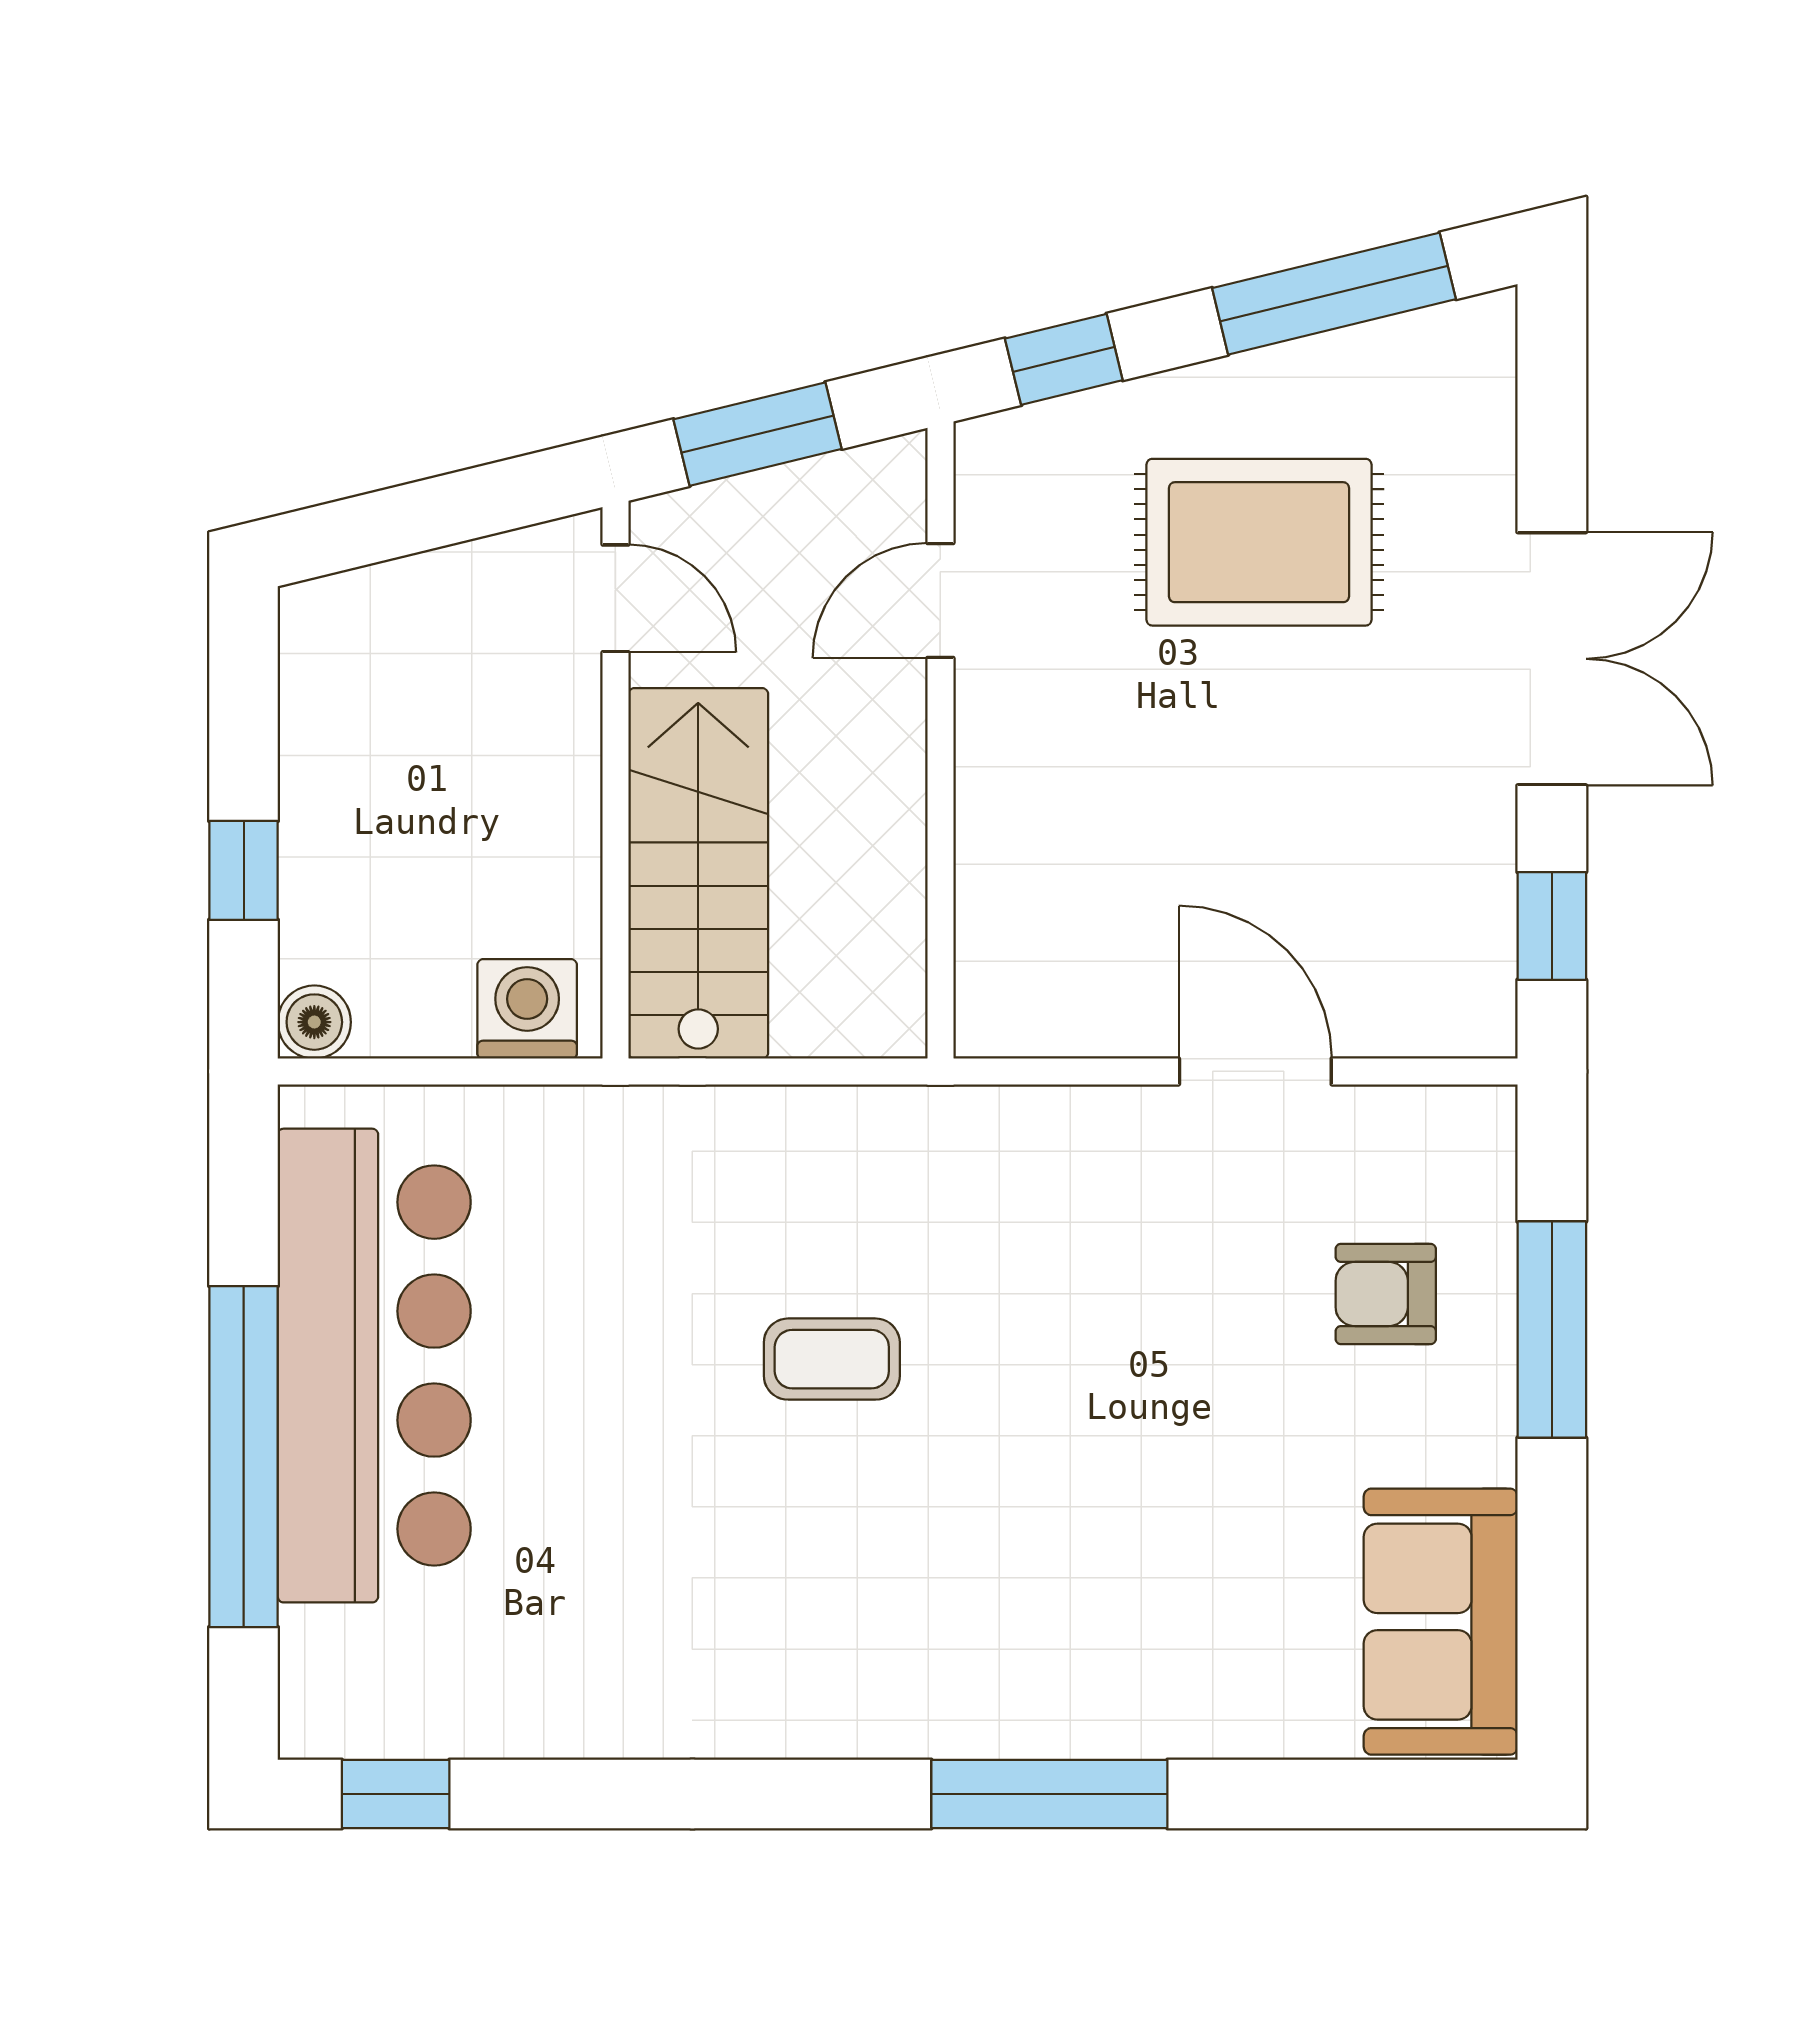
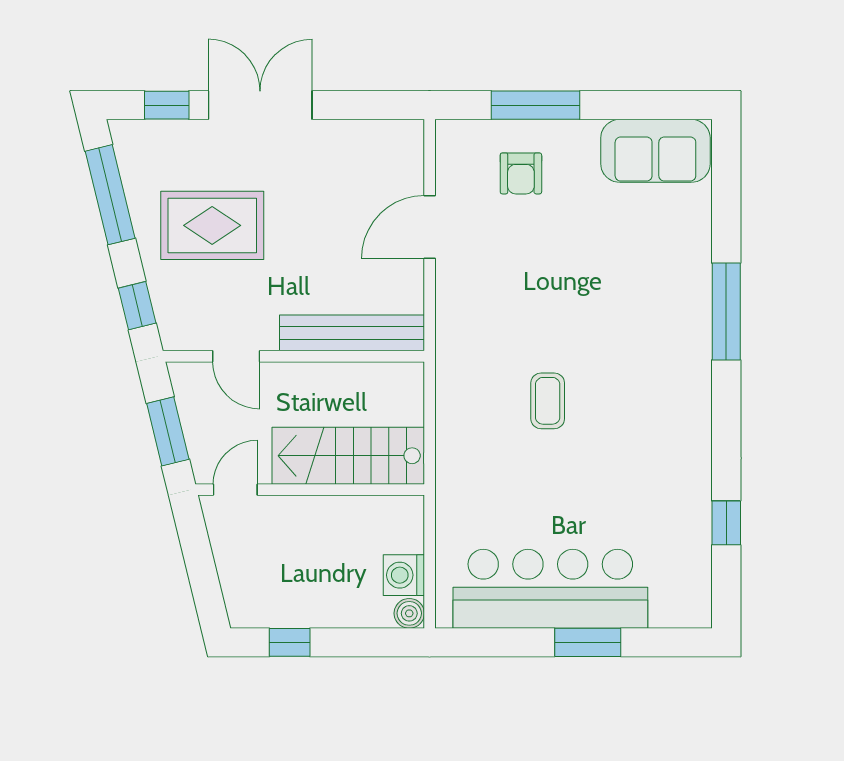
rug: (1259, 542) -> (212, 225), turned 90
window: (244, 870) -> (290, 642), moved
bench: (997, 882) -> (352, 333), added
window: (1552, 926) -> (167, 105), moved
washing machine: (527, 1009) -> (404, 575), moved
window: (244, 1457) -> (588, 642), width x0.47
window: (396, 1794) -> (726, 523), moved

